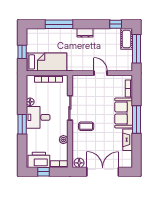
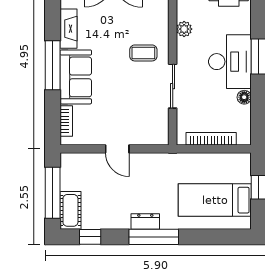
window: (59, 24) -> (154, 237), moved
bed: (46, 62) -> (215, 200), moved
desk: (38, 117) -> (230, 62), width x1.37

